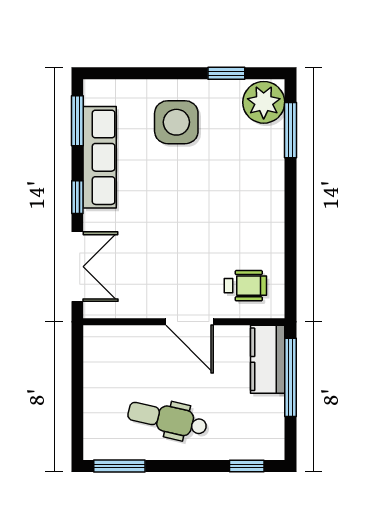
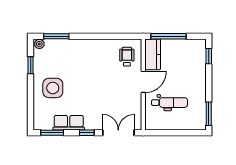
plant: (264, 102) -> (39, 44), width x0.53, depth x0.53
row of seats: (100, 157) -> (69, 123), width x0.68
kitchen counter: (268, 359) -> (153, 54), moved, turned -90
dental chair: (167, 419) -> (169, 103), moved, turned -103

